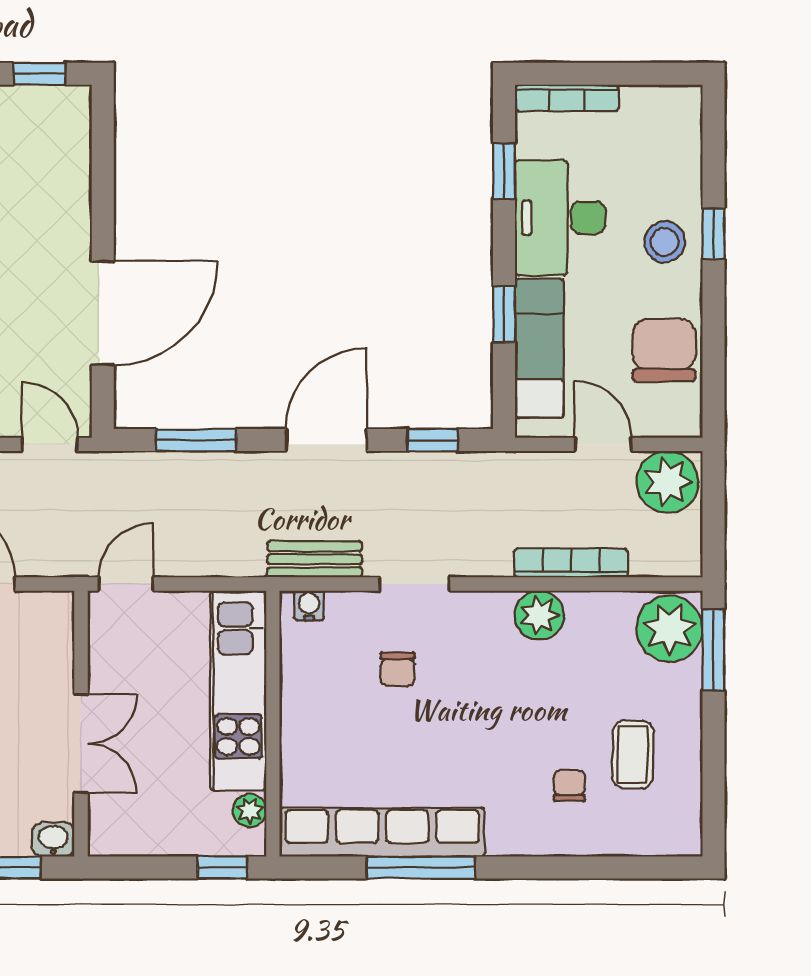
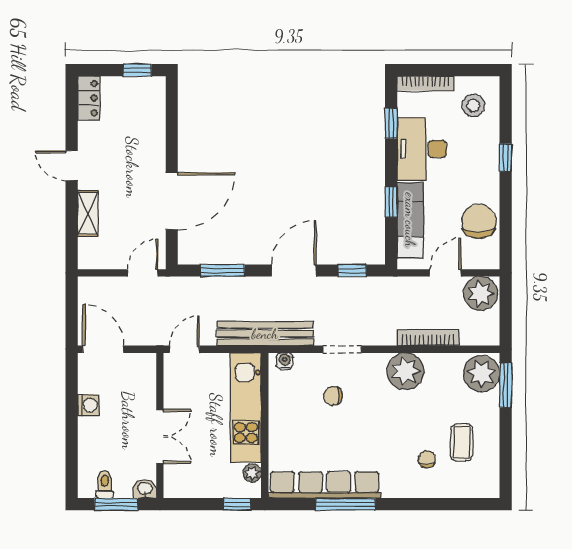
stool: (665, 242) -> (473, 105), moved
door: (50, 444) -> (143, 273), hinge flipped
door: (603, 444) -> (445, 273), hinge flipped
bench: (315, 559) -> (265, 334), width x1.86, depth x1.21
plant: (539, 615) -> (406, 371), width x1.36, depth x1.36
chair: (398, 669) -> (333, 396), turned 90

